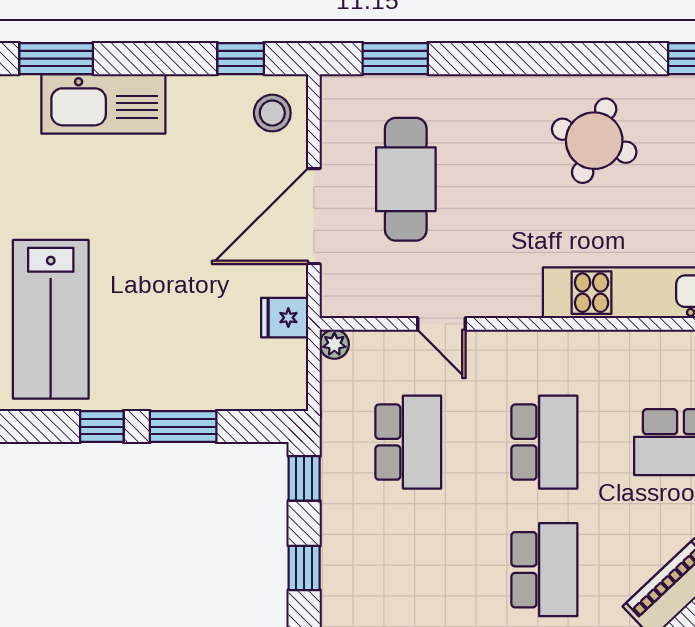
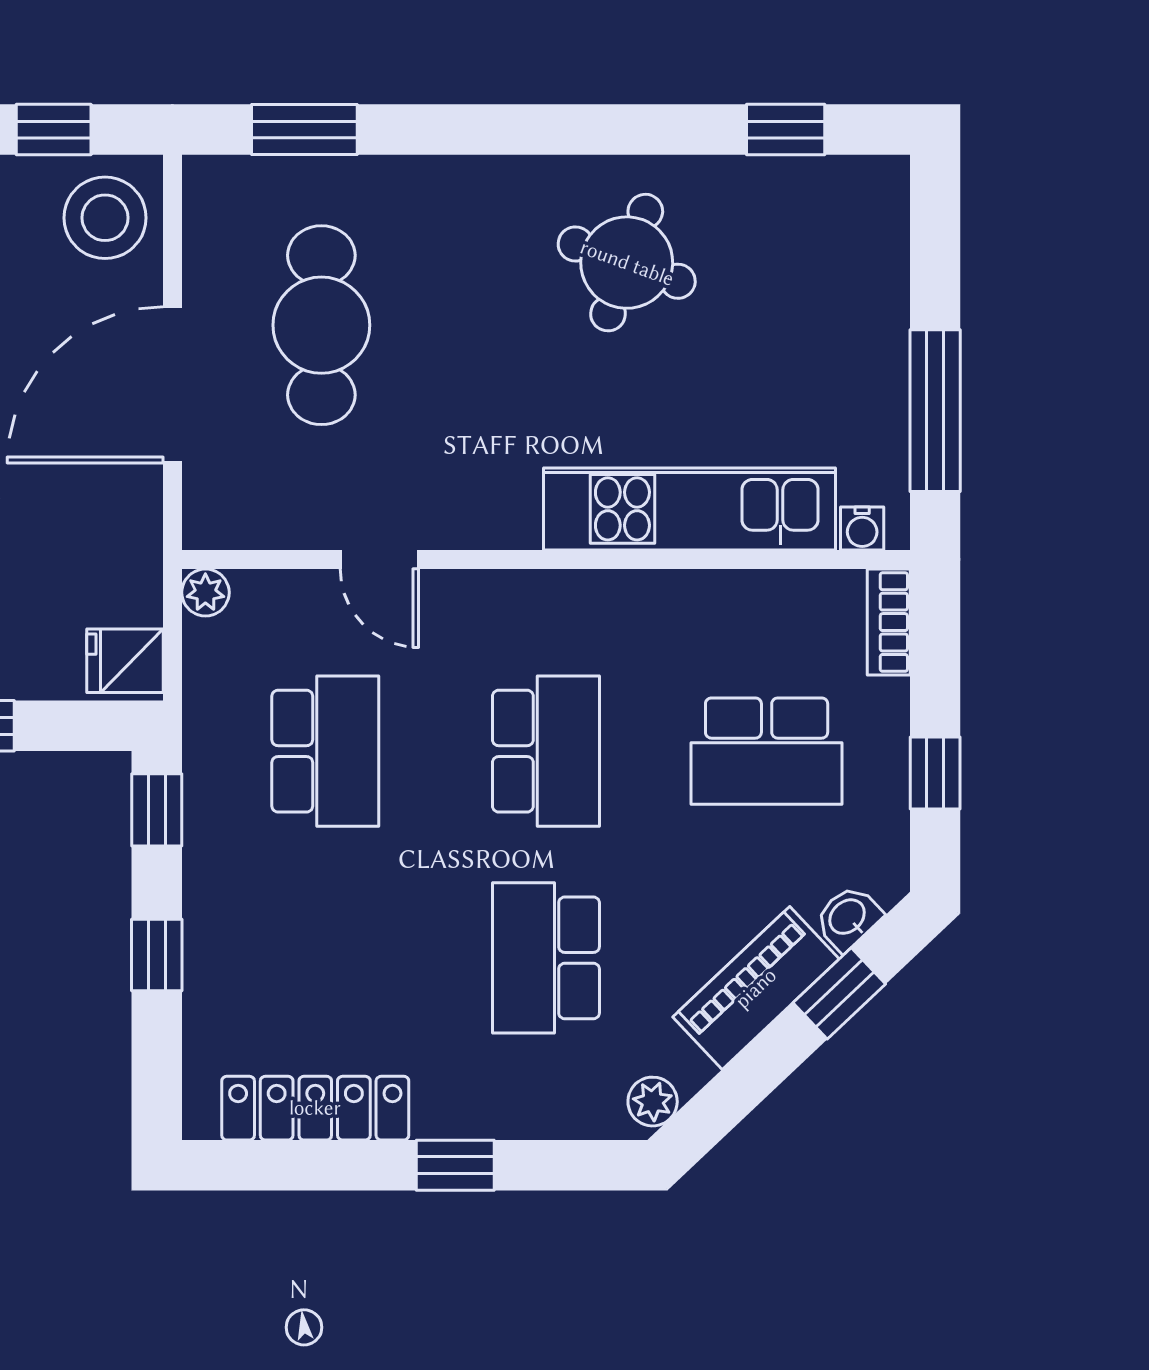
stool: (272, 113) -> (105, 218), width x1.38, depth x1.38
fridge: (285, 318) -> (125, 661), moved
school desk: (544, 570) -> (546, 958), turned 180

